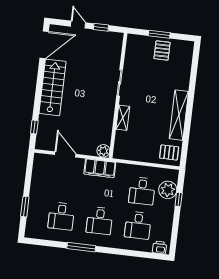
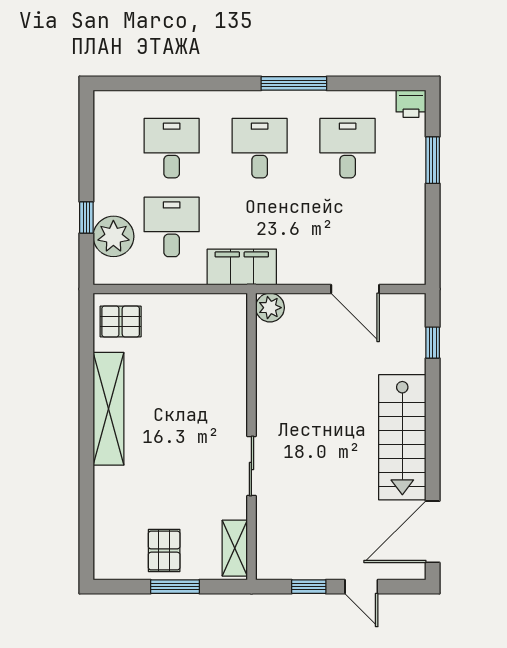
shelving: (123, 118) -> (235, 548), moved
filing cabinet: (100, 168) -> (242, 267), moved
printer: (160, 247) -> (411, 104), moved

